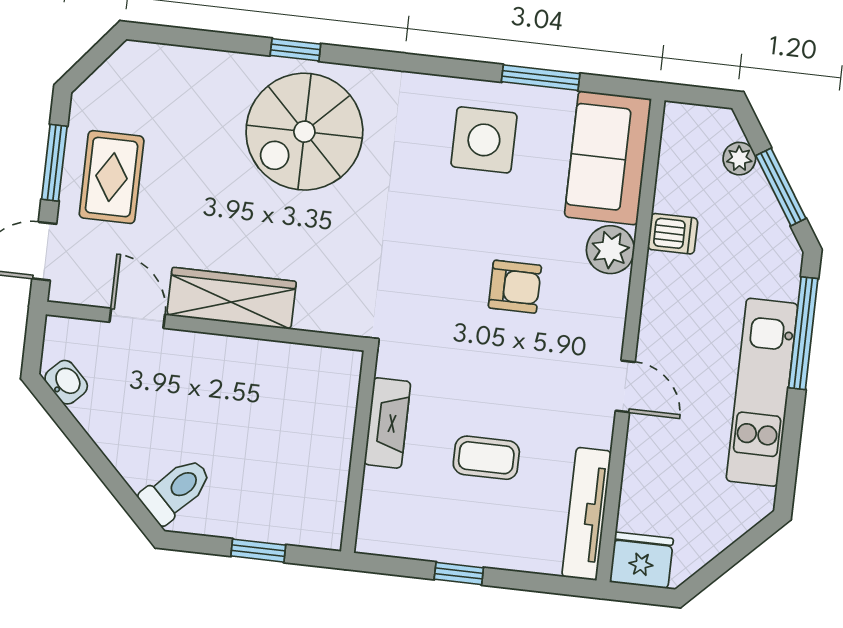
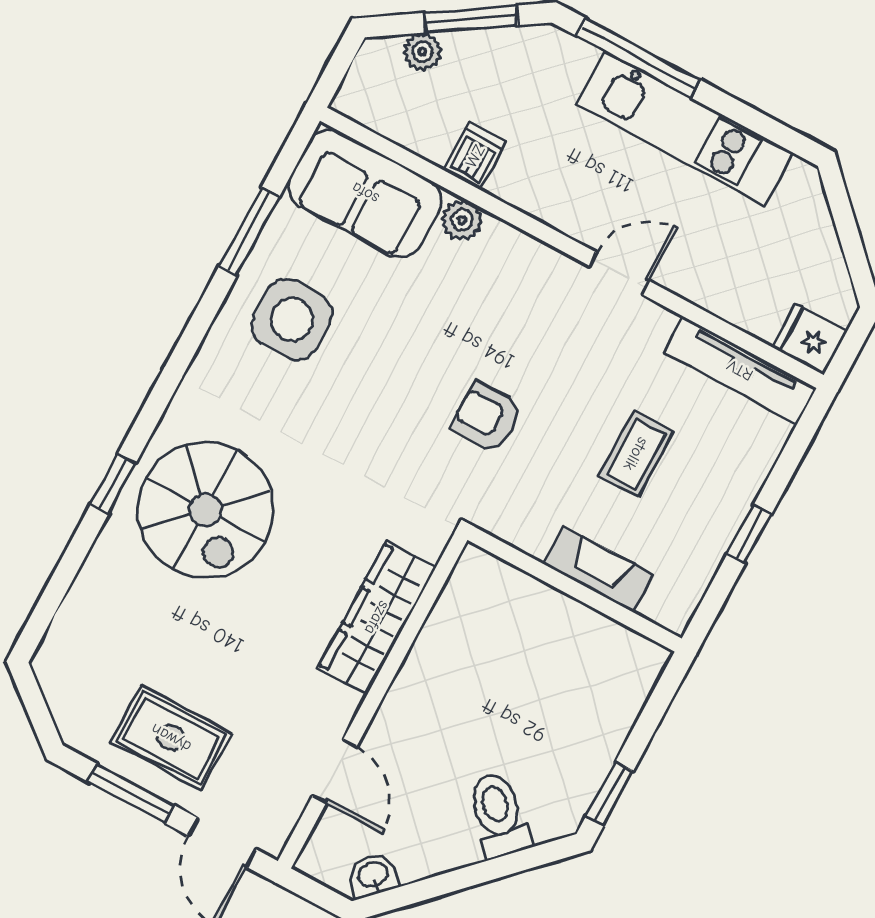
plant: (610, 250) -> (462, 220), width x0.73, depth x0.73
armchair: (515, 287) -> (487, 417), moved, turned -90
wardrobe: (232, 298) -> (377, 618), moved
door: (137, 318) -> (335, 771), swing flipped
fireplace: (387, 423) -> (599, 569), moved
toilet: (176, 490) -> (499, 815), moved
window: (258, 551) -> (609, 794), moved
fridge: (641, 560) -> (809, 339), width x0.72

